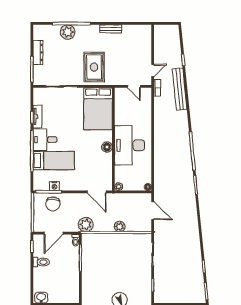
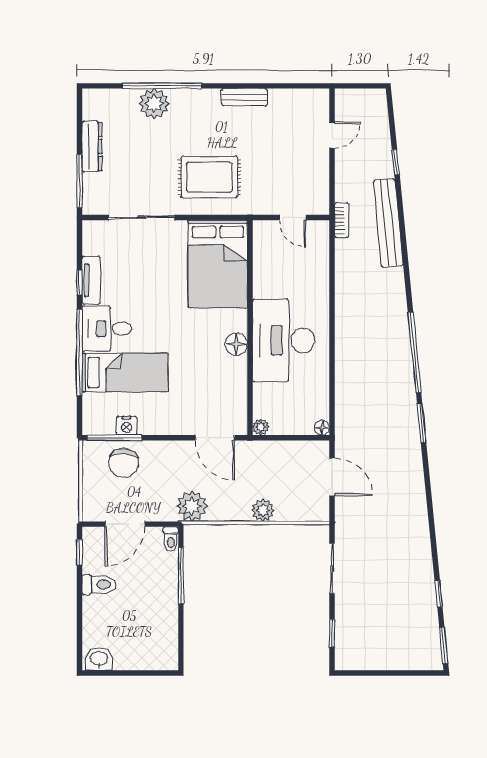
rug: (94, 67) -> (209, 177), turned 90
door: (153, 70) -> (332, 135), moved

